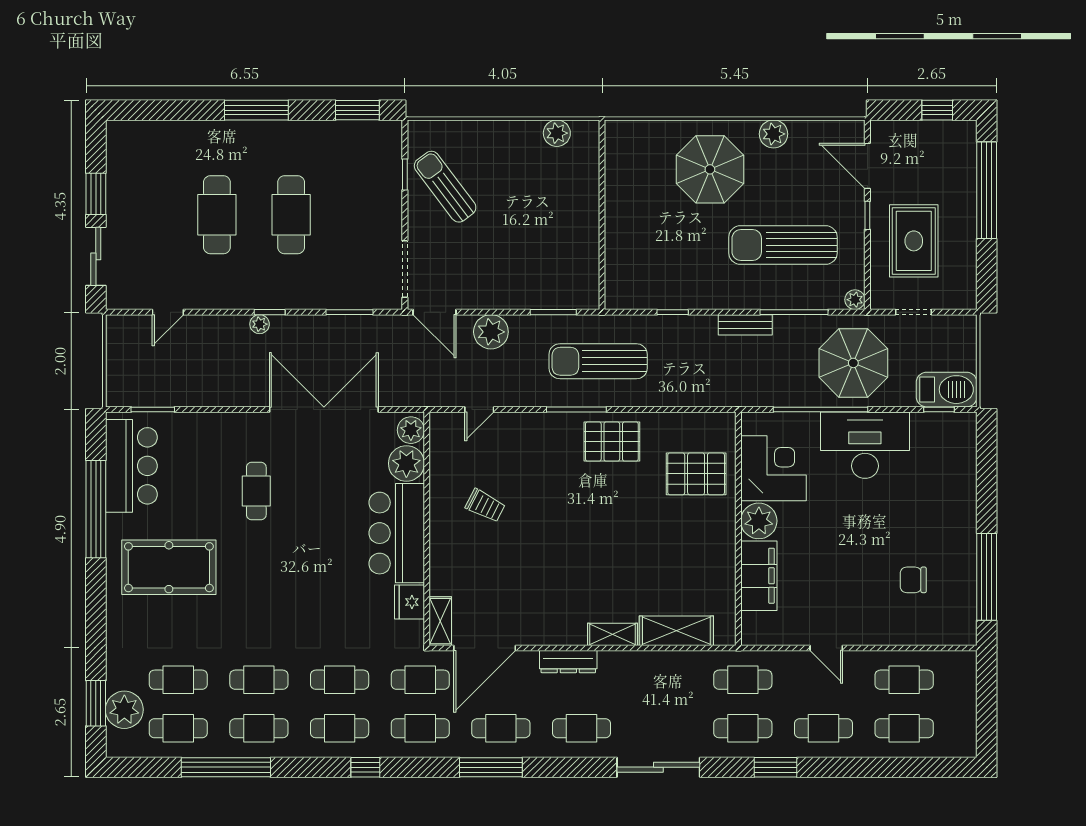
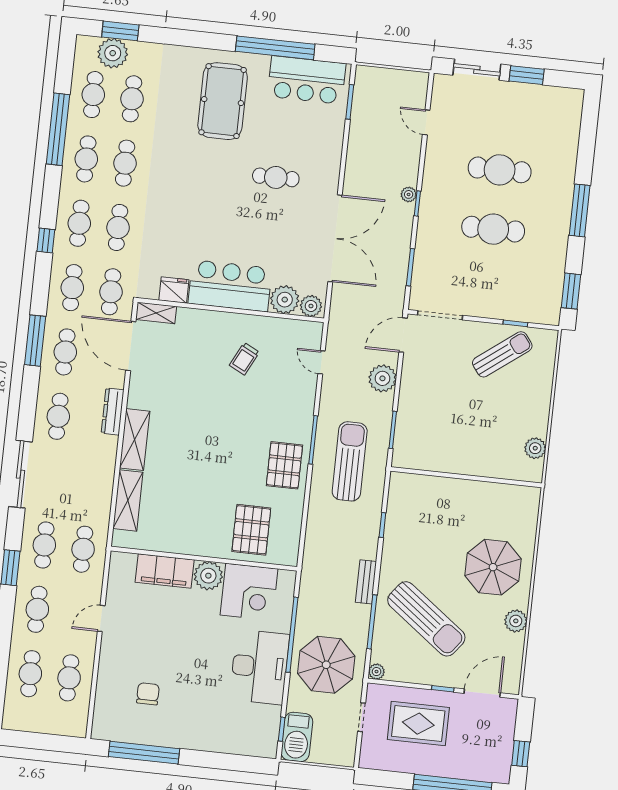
sun lounger: (783, 245) -> (426, 619), turned 127
shelving: (612, 634) -> (135, 440), width x1.50, depth x1.33

